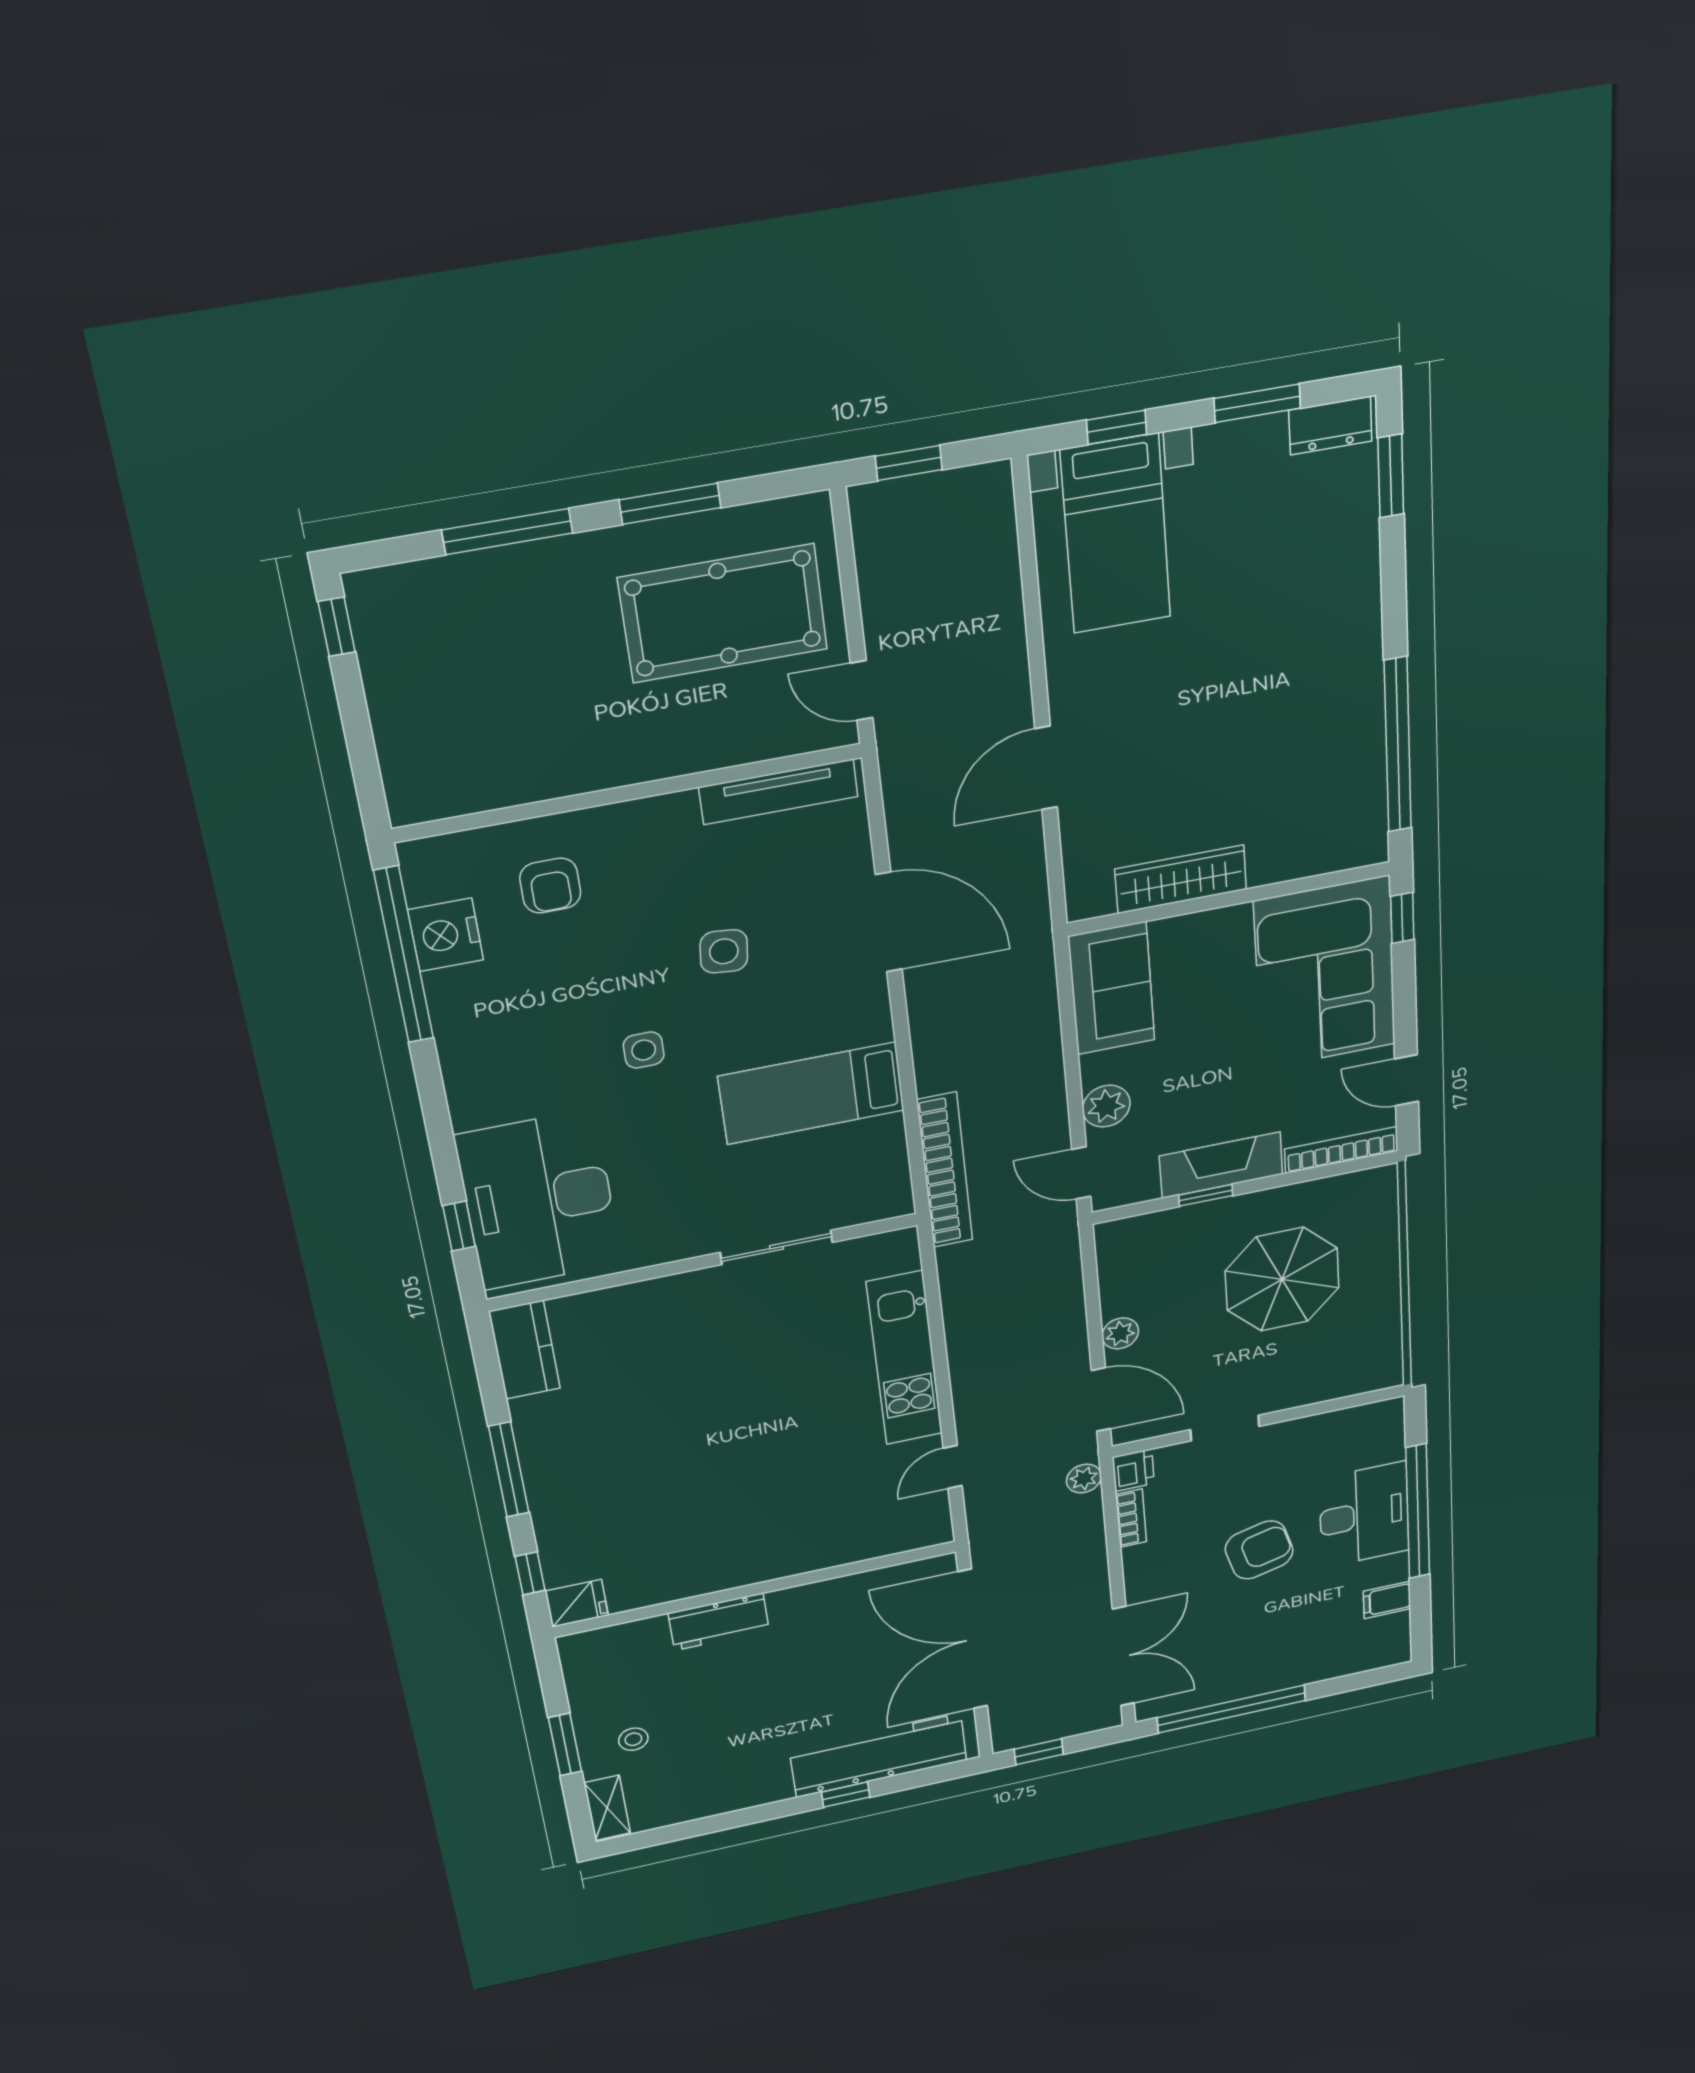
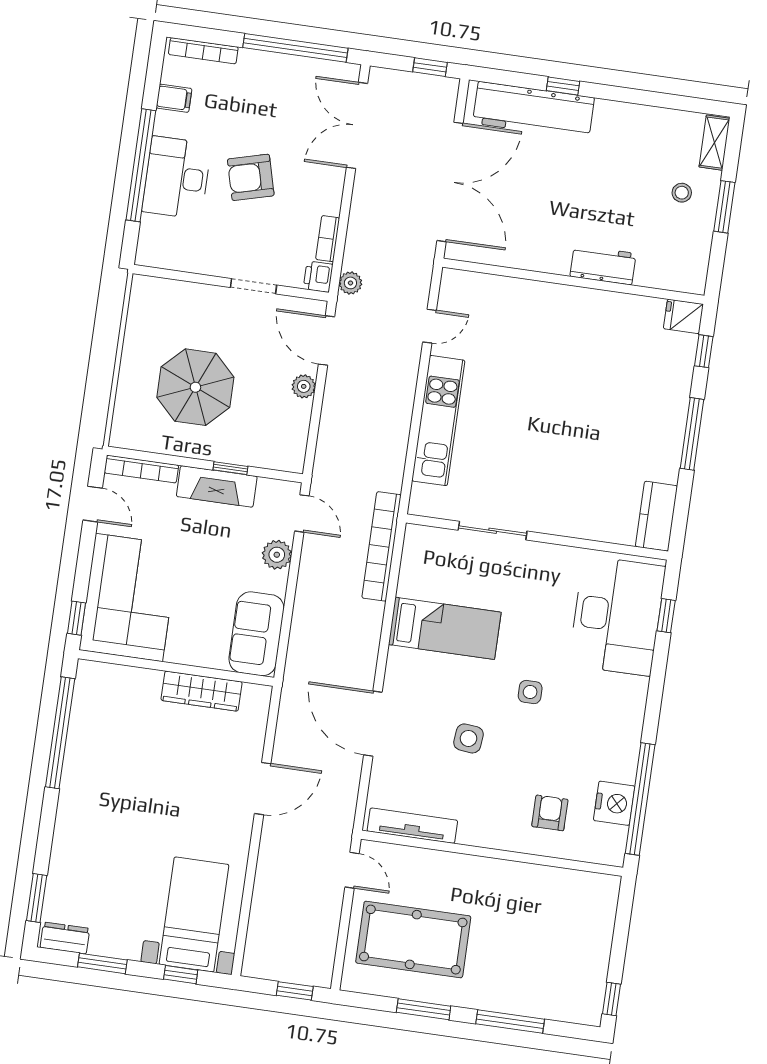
bookcase: (1358, 1664) -> (203, 51), added

